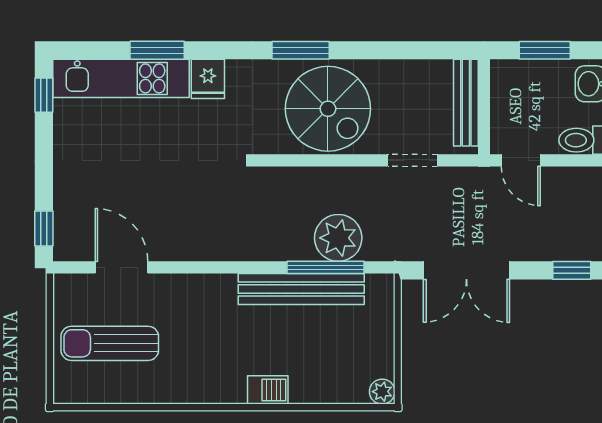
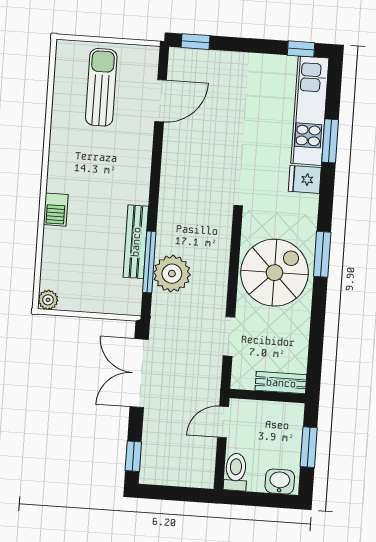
bench: (466, 103) -> (281, 383), width x0.73
spiral stairs: (328, 109) -> (274, 273), turned 180
bench: (301, 289) -> (136, 242), width x0.73, depth x0.82

